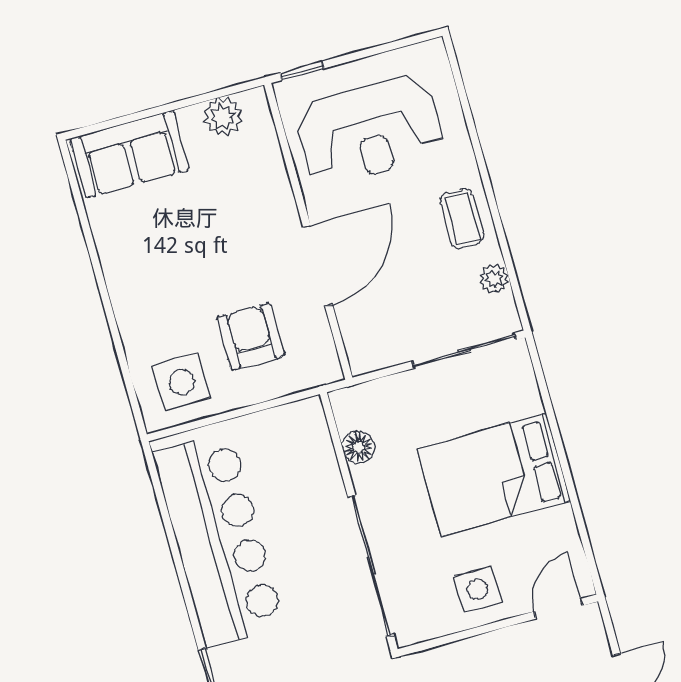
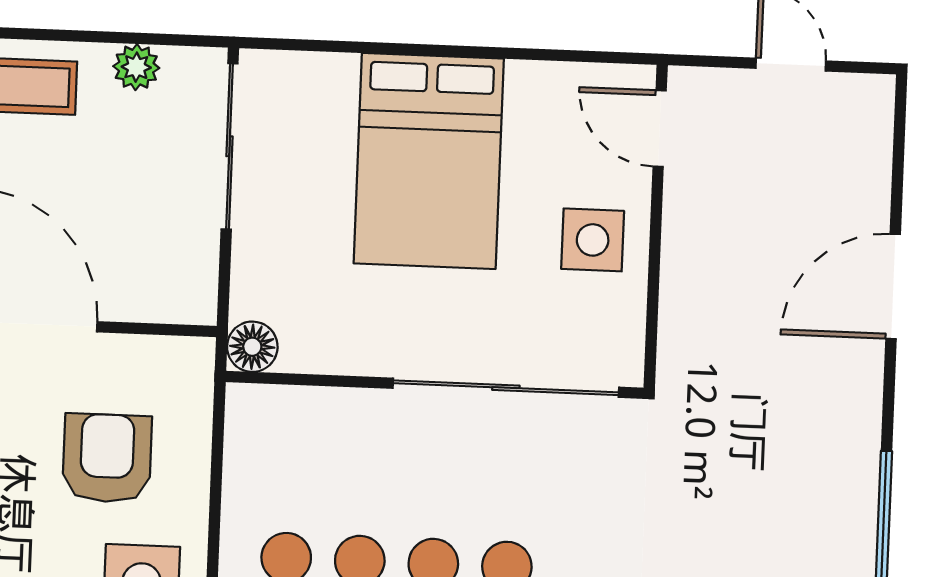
armchair: (251, 337) -> (107, 458), turned 90
floor lamp: (359, 447) -> (252, 347), moved

